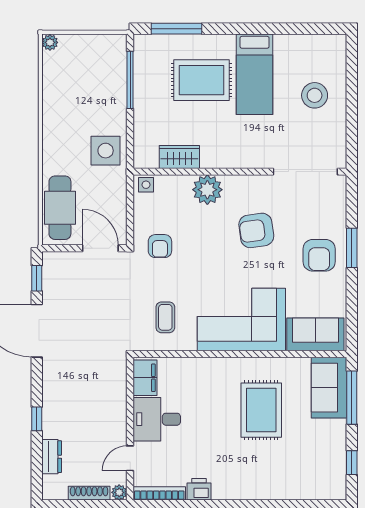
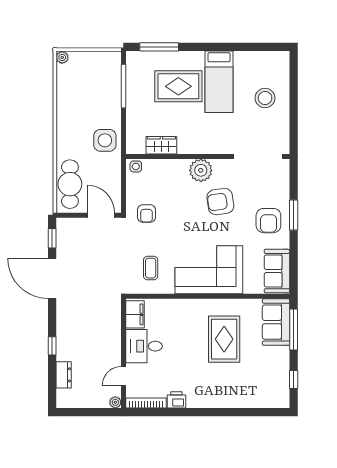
plant: (207, 190) -> (201, 170), moved
sofa: (315, 334) -> (277, 271), moved, turned -90
shoe rack: (89, 493) -> (92, 403), removed

